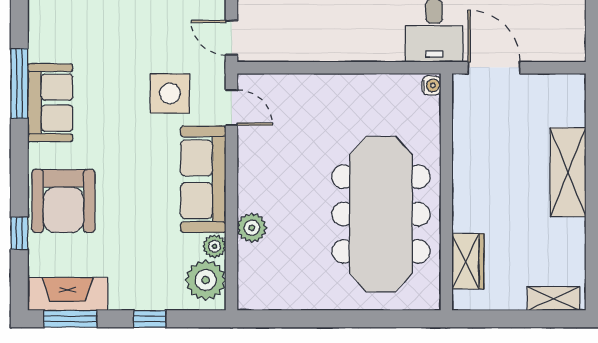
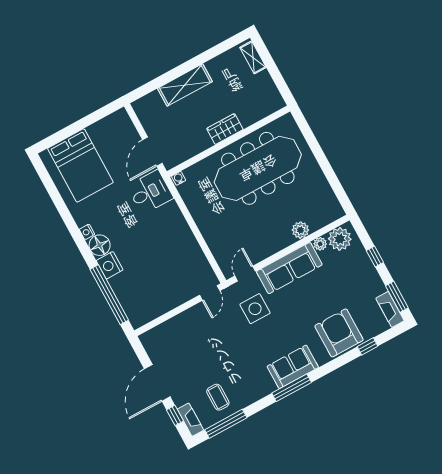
armchair: (63, 201) -> (339, 333), turned -90
wardrobe: (468, 261) -> (225, 129), moved
fireplace: (68, 294) -> (390, 309), width x0.73, depth x0.76

